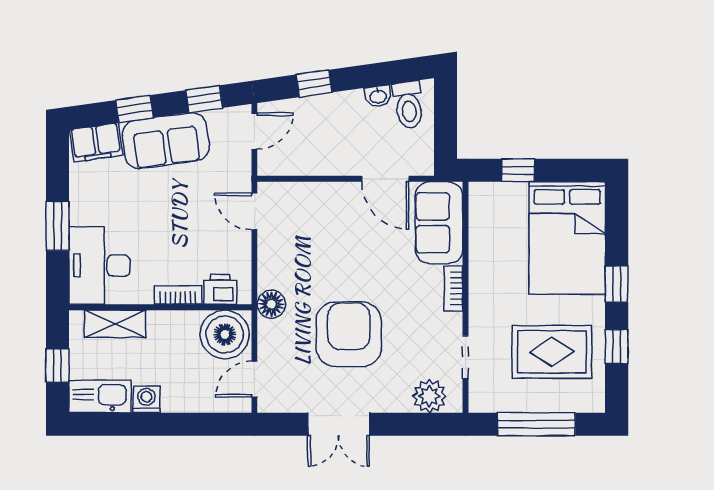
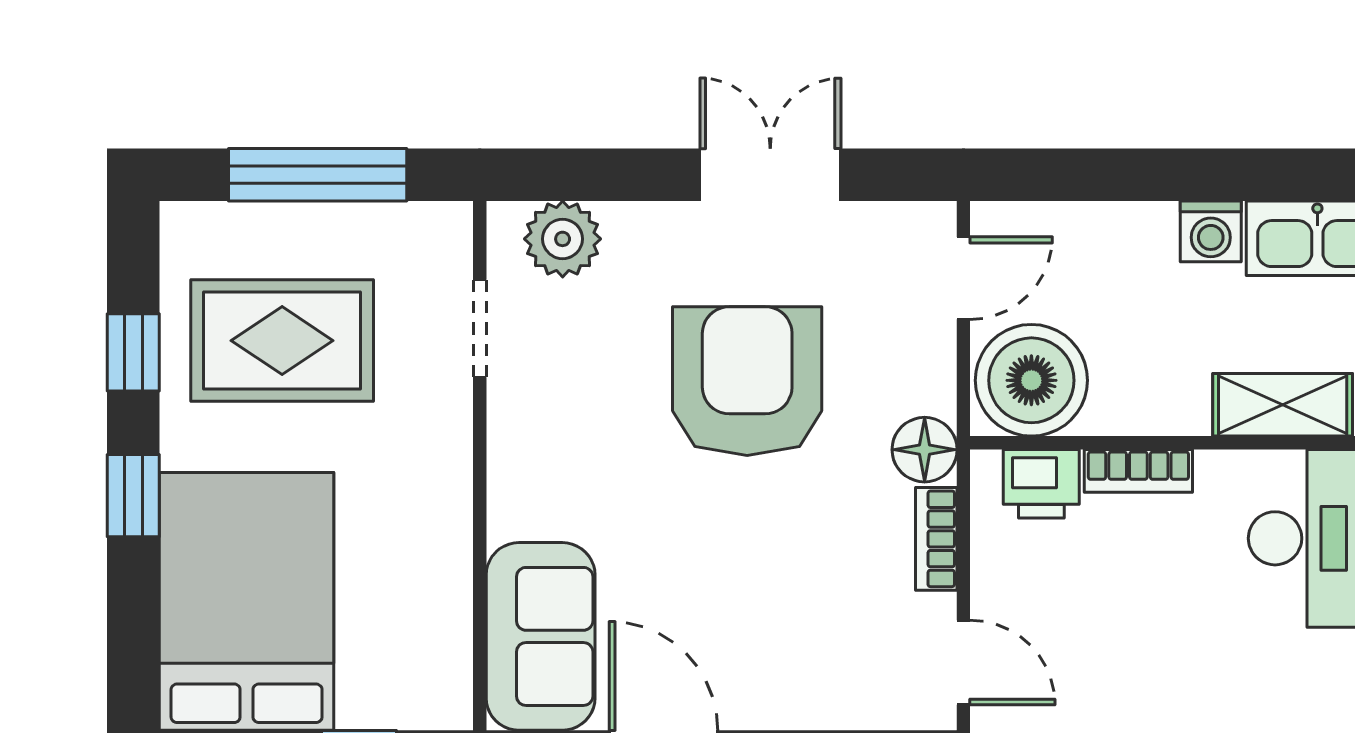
bookcase: (454, 288) -> (936, 539), moved, turned 180
armchair: (349, 334) -> (747, 381), turned 180

